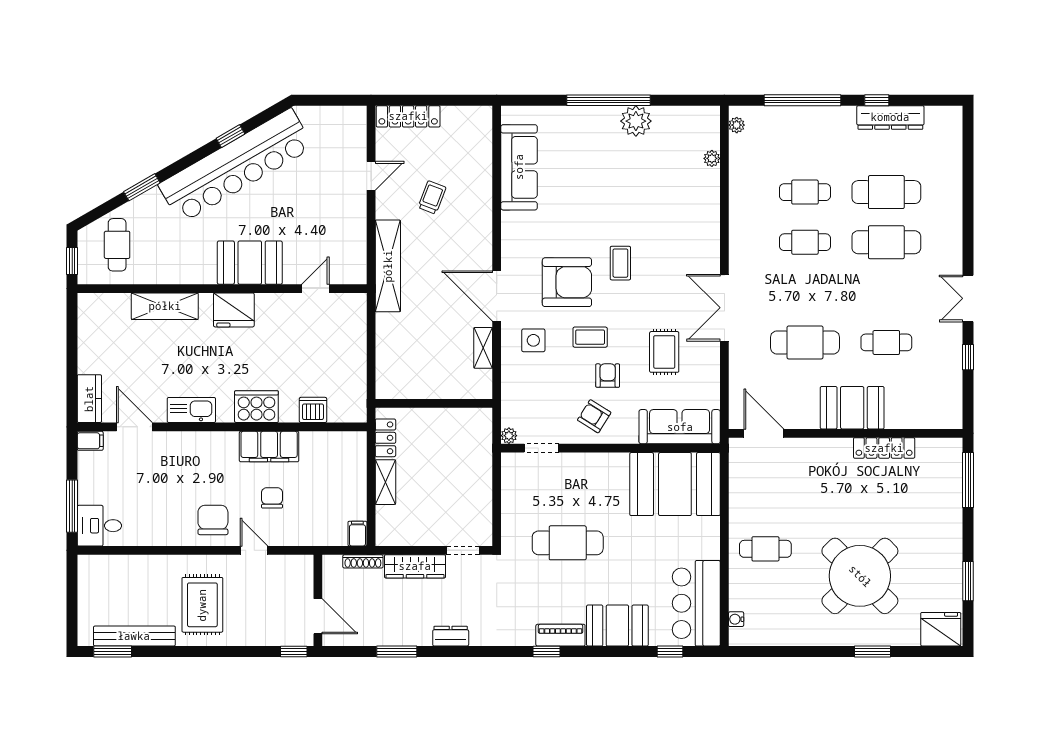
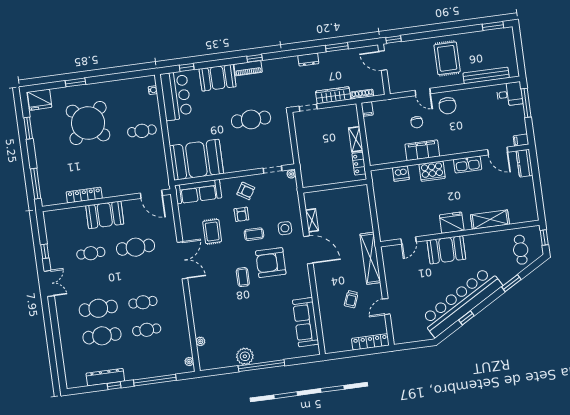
bench: (134, 636) -> (486, 75), moved

